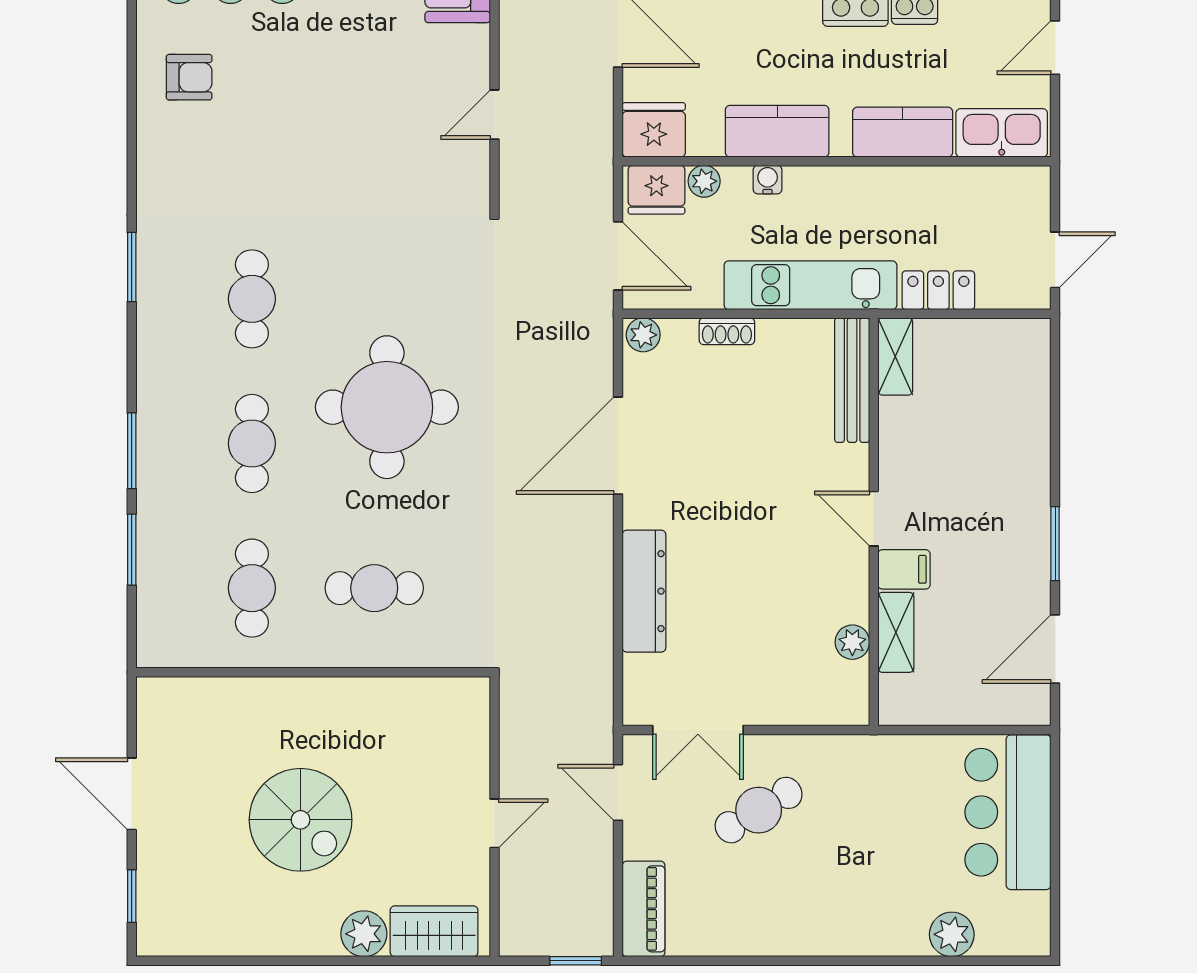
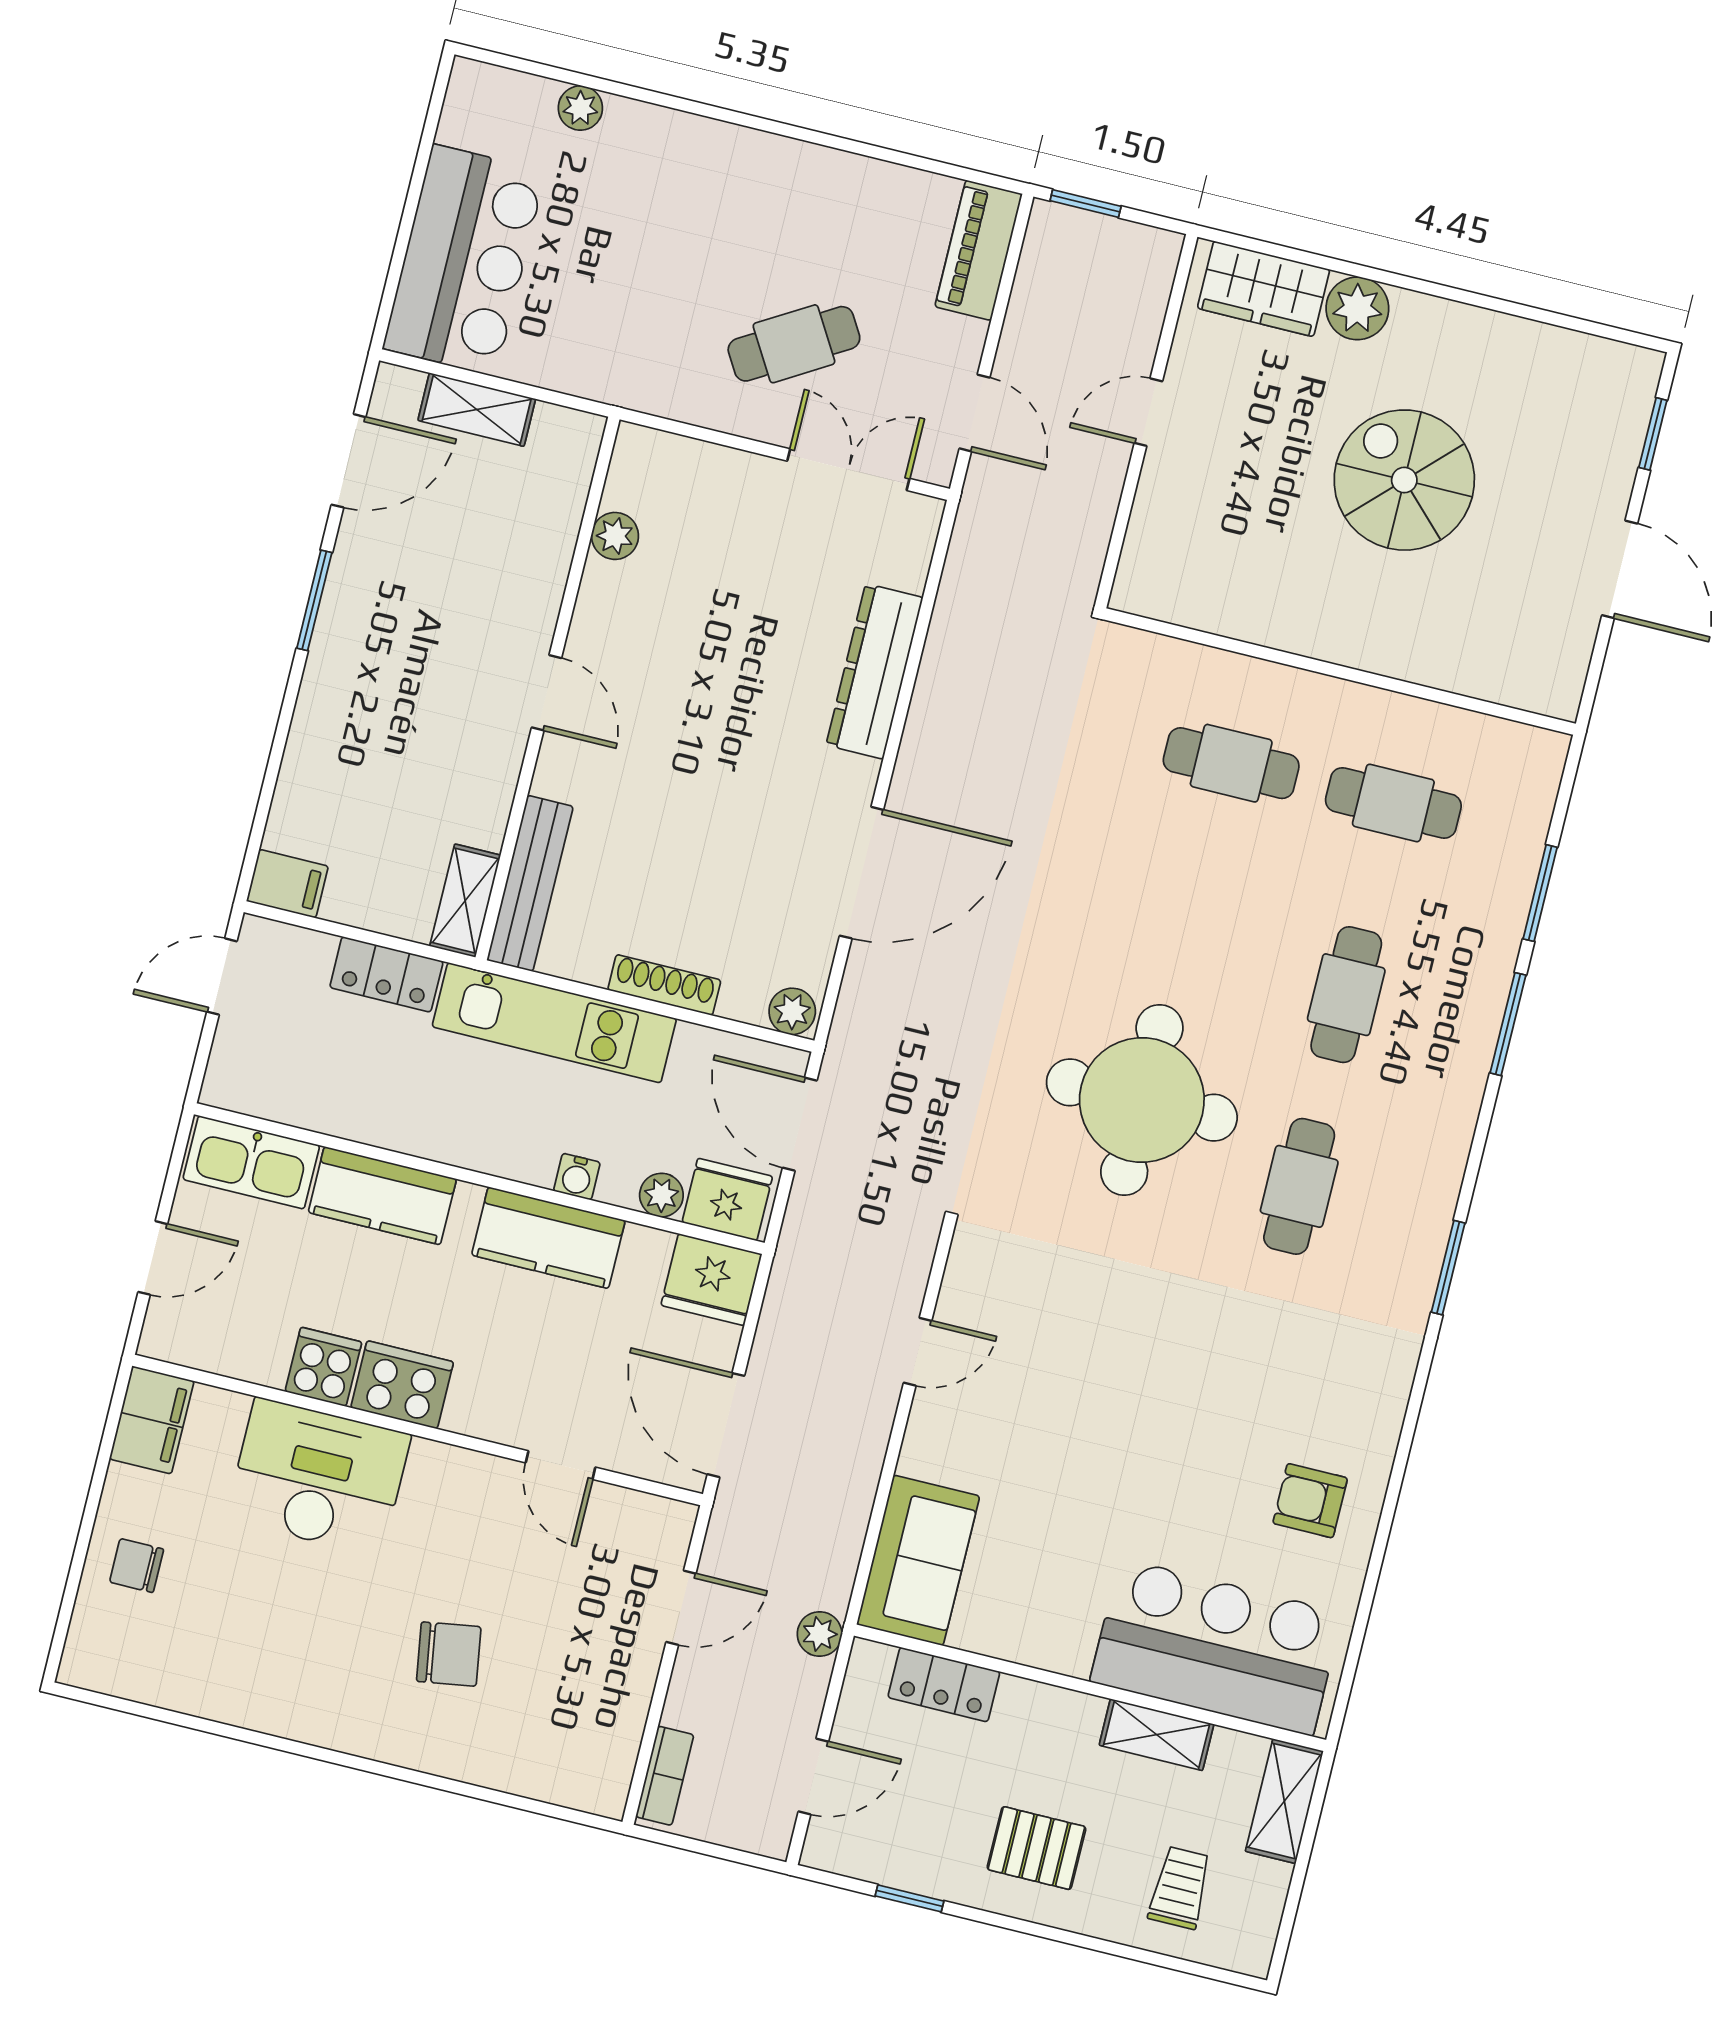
shoe rack: (727, 331) -> (664, 985), width x1.43
round table: (387, 407) -> (1142, 1100), moved
filing cabinet: (904, 569) -> (287, 884), moved, turned 180
cafe table: (252, 588) -> (1393, 803), turned 90
shelving: (896, 632) -> (477, 410), moved, turned 90
plant: (952, 934) -> (580, 108), width x0.73, depth x0.73

